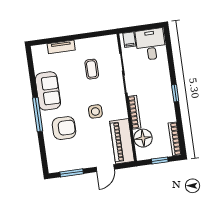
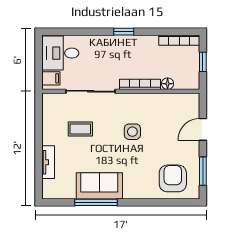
window: (38, 114) -> (96, 202), moved
armchair: (64, 128) -> (173, 178), moved
floor lamp: (143, 138) -> (168, 84), width x0.53, depth x0.53
piano: (122, 141) -> (173, 104), removed
door: (105, 168) -> (203, 129), swing flipped

